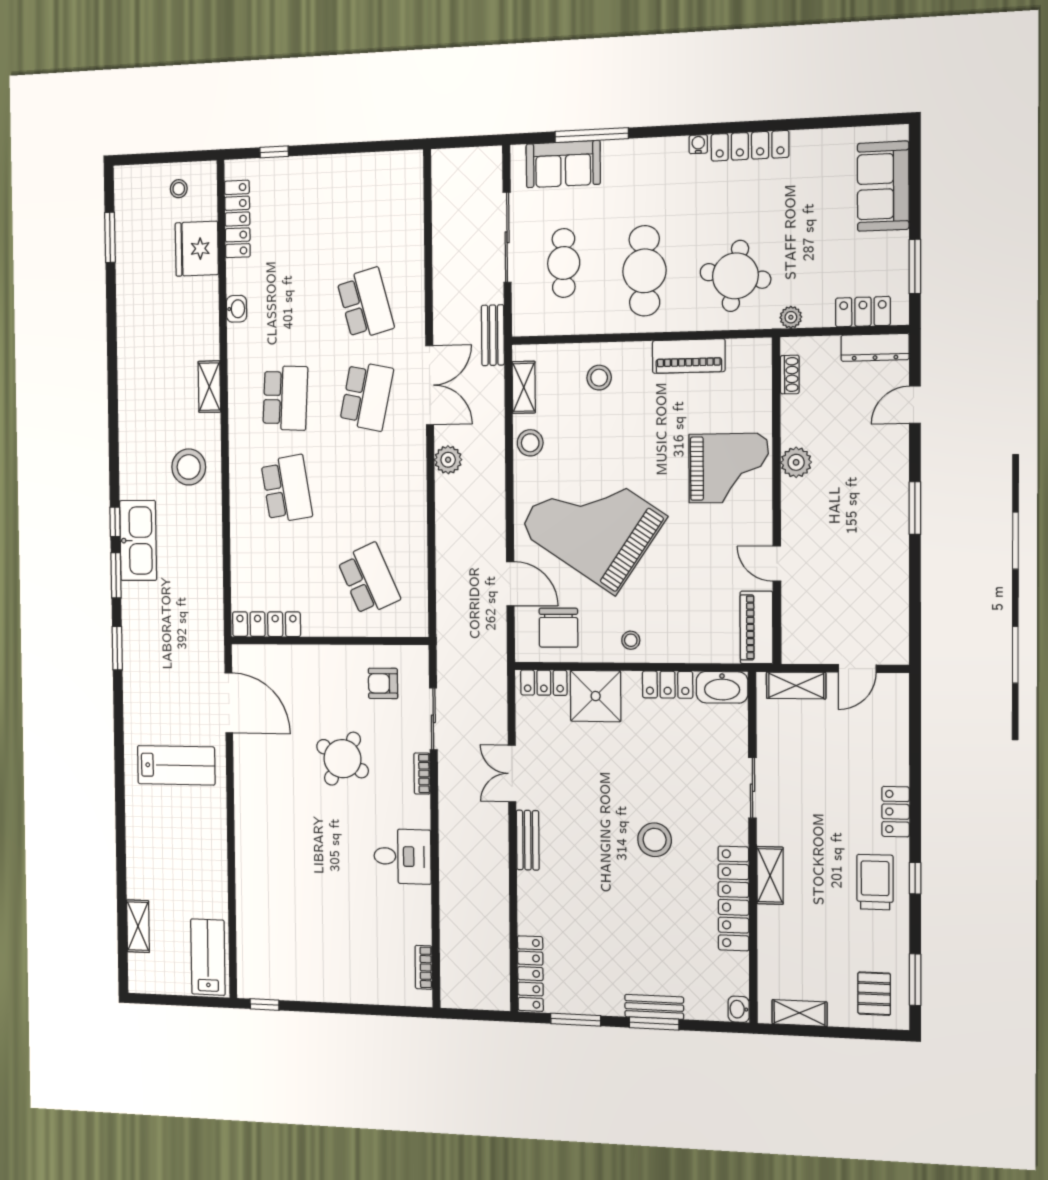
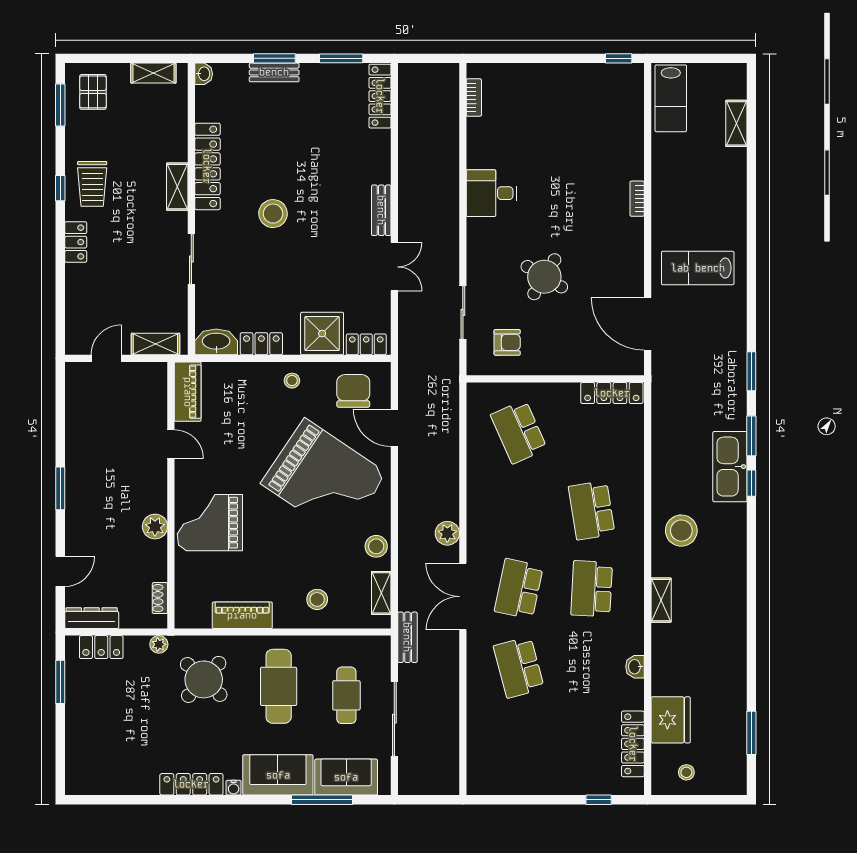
sofa: (883, 186) -> (278, 775), moved, turned -90
round table: (735, 276) -> (204, 679), turned 33
bookcase: (422, 774) -> (637, 199), moved, turned 180

